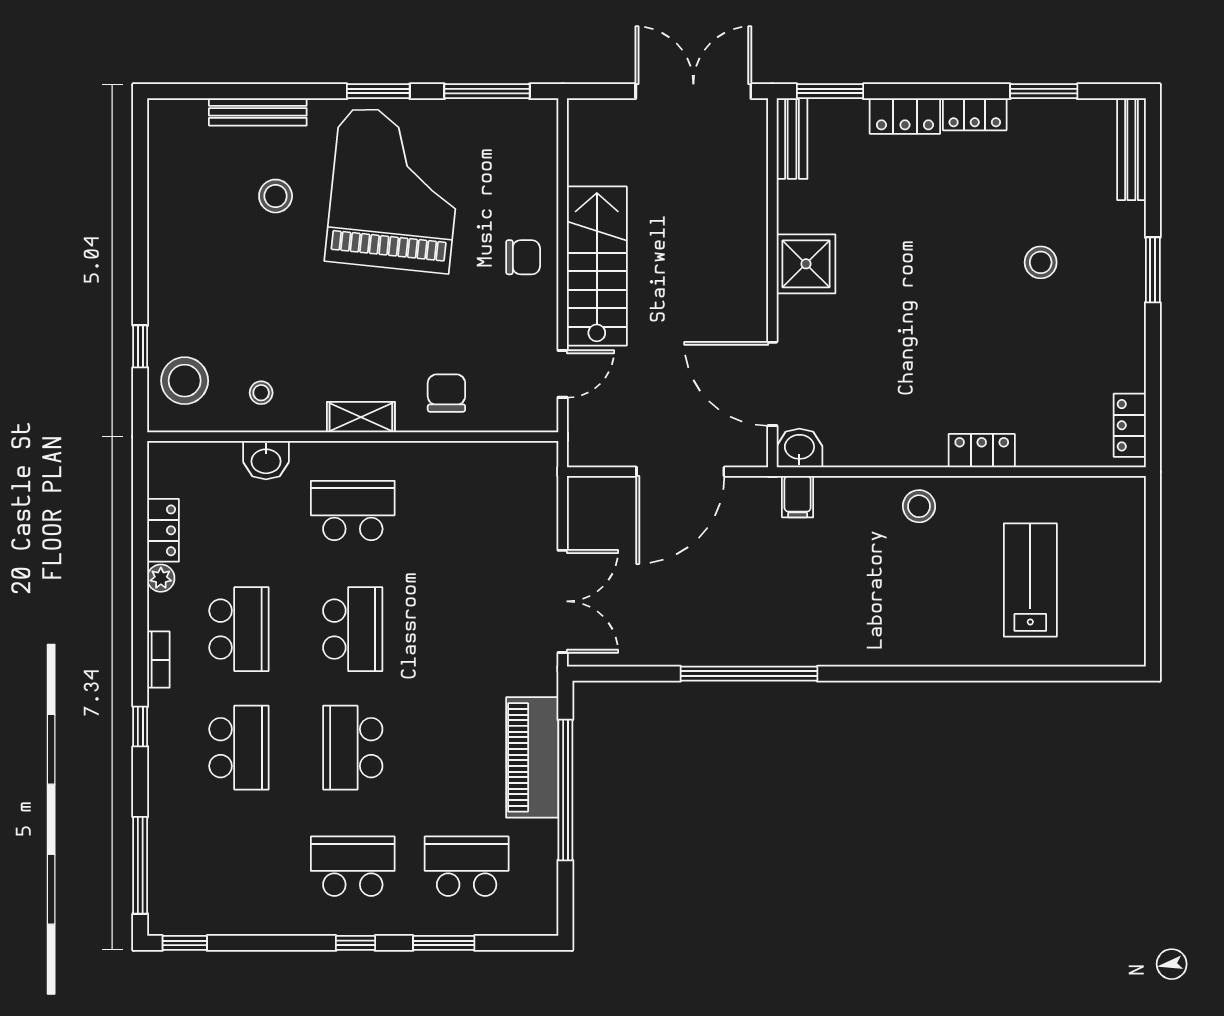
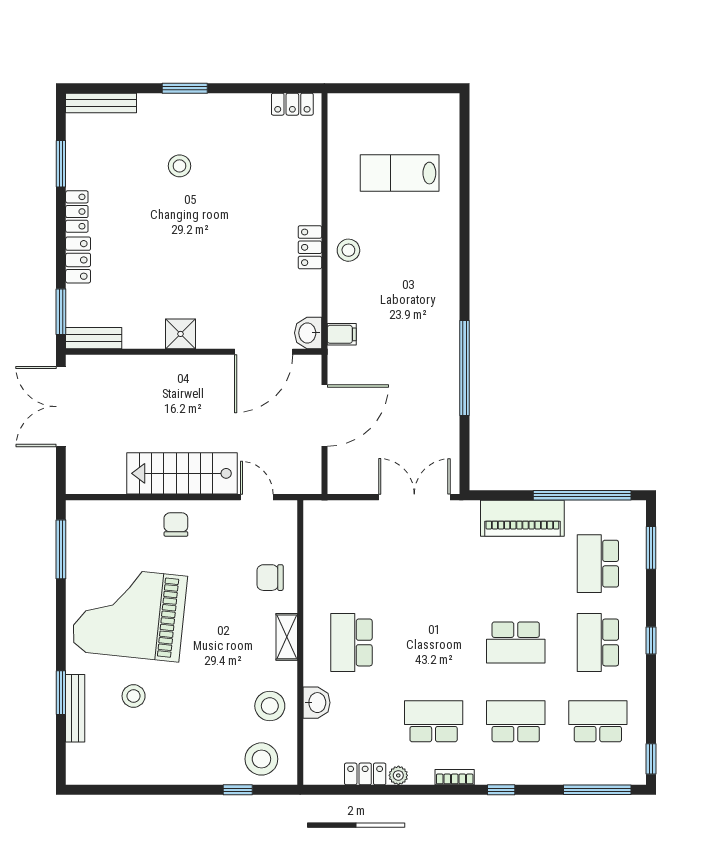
window: (378, 91) -> (61, 693), moved
shower: (806, 264) -> (181, 334), width x0.73, depth x0.73
stool: (261, 393) -> (270, 706), width x1.89, depth x1.89
locker: (982, 451) -> (310, 247), moved
door: (680, 472) -> (324, 416), hinge flipped
school desk: (353, 629) -> (598, 721), moved
window: (565, 790) -> (582, 495), moved
window: (444, 943) -> (651, 548), moved

